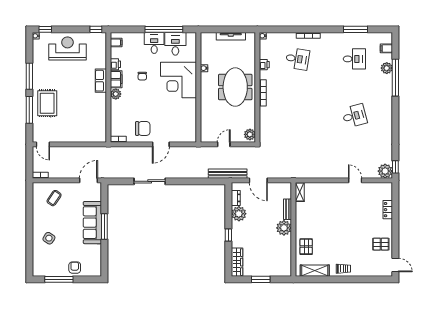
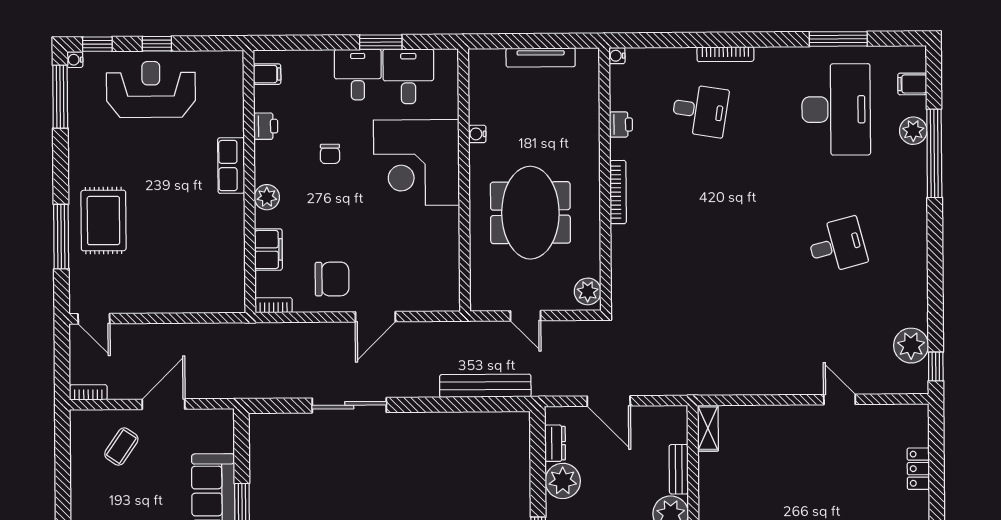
window: (96, 29) -> (157, 44), moved
window: (164, 29) -> (381, 42), width x0.47
desk: (354, 59) -> (836, 109), width x1.87, depth x1.30
window: (29, 76) -> (60, 97), moved
filing cabinet: (116, 79) -> (268, 250), moved
meeting table: (235, 87) -> (530, 213), moved
door: (224, 144) -> (526, 316), swing flipped
plant: (385, 171) -> (911, 346), moved
bench: (228, 174) -> (485, 386), moved
door: (89, 180) -> (163, 404), moved

